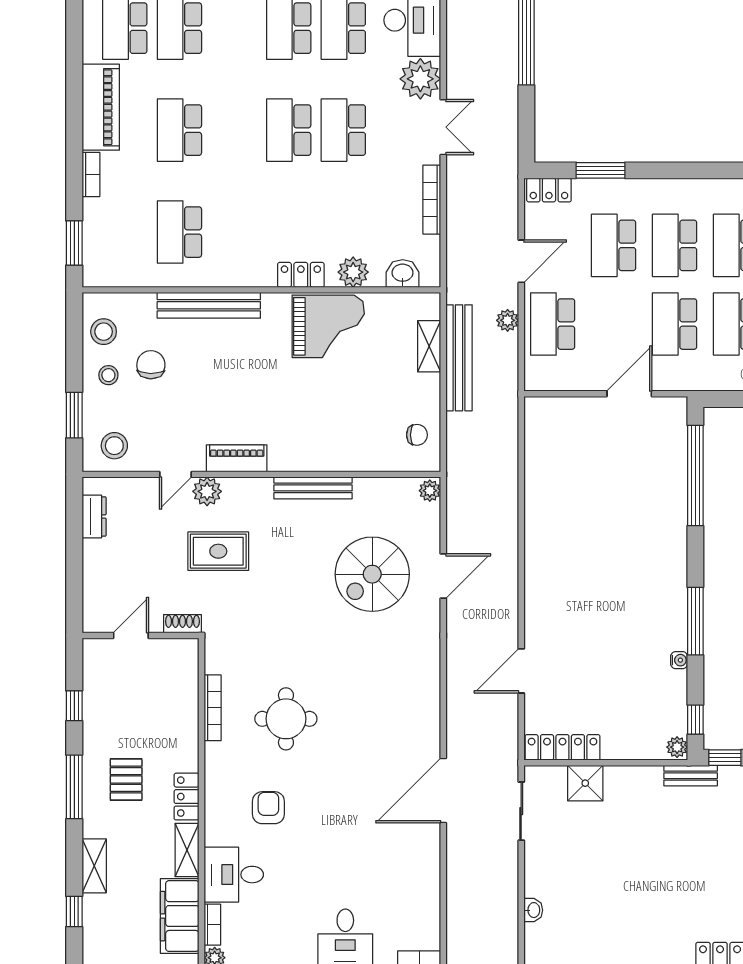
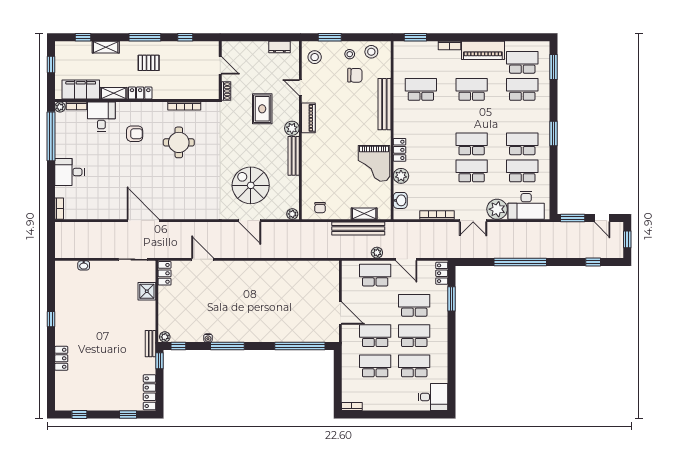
plant: (207, 491) -> (292, 128), moved
locker: (562, 747) -> (165, 273), width x0.66

